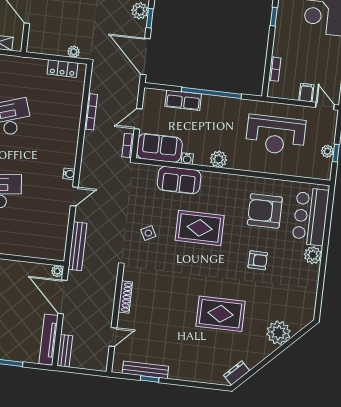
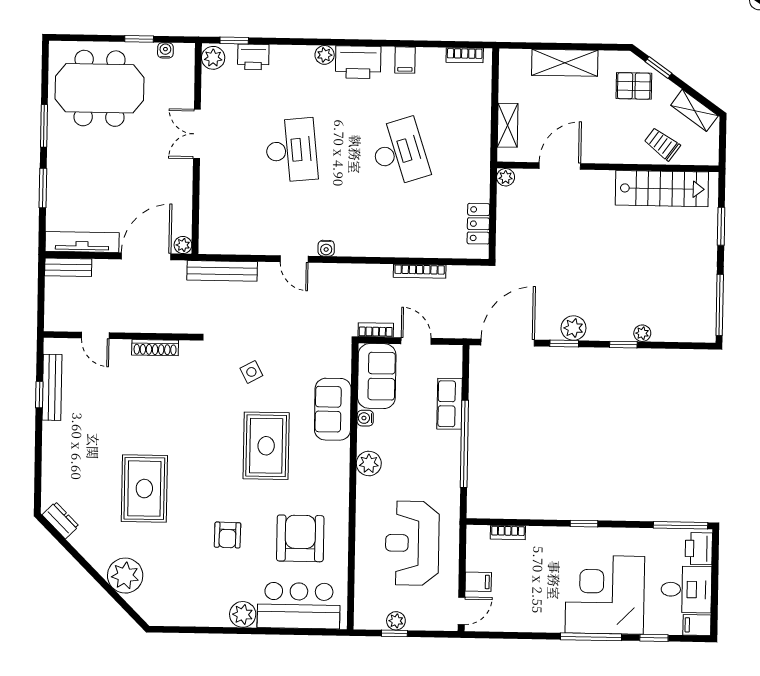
plant: (74, 52) -> (506, 177), moved

